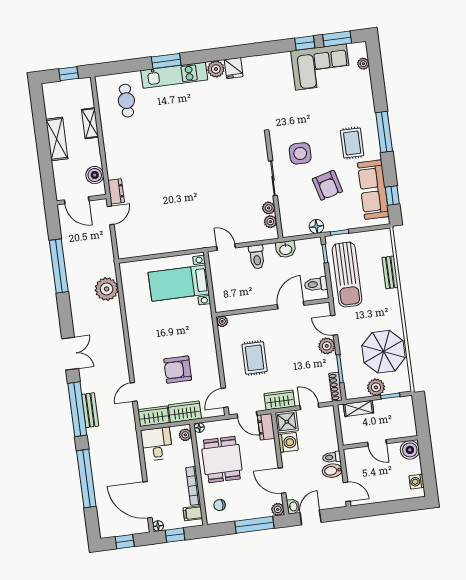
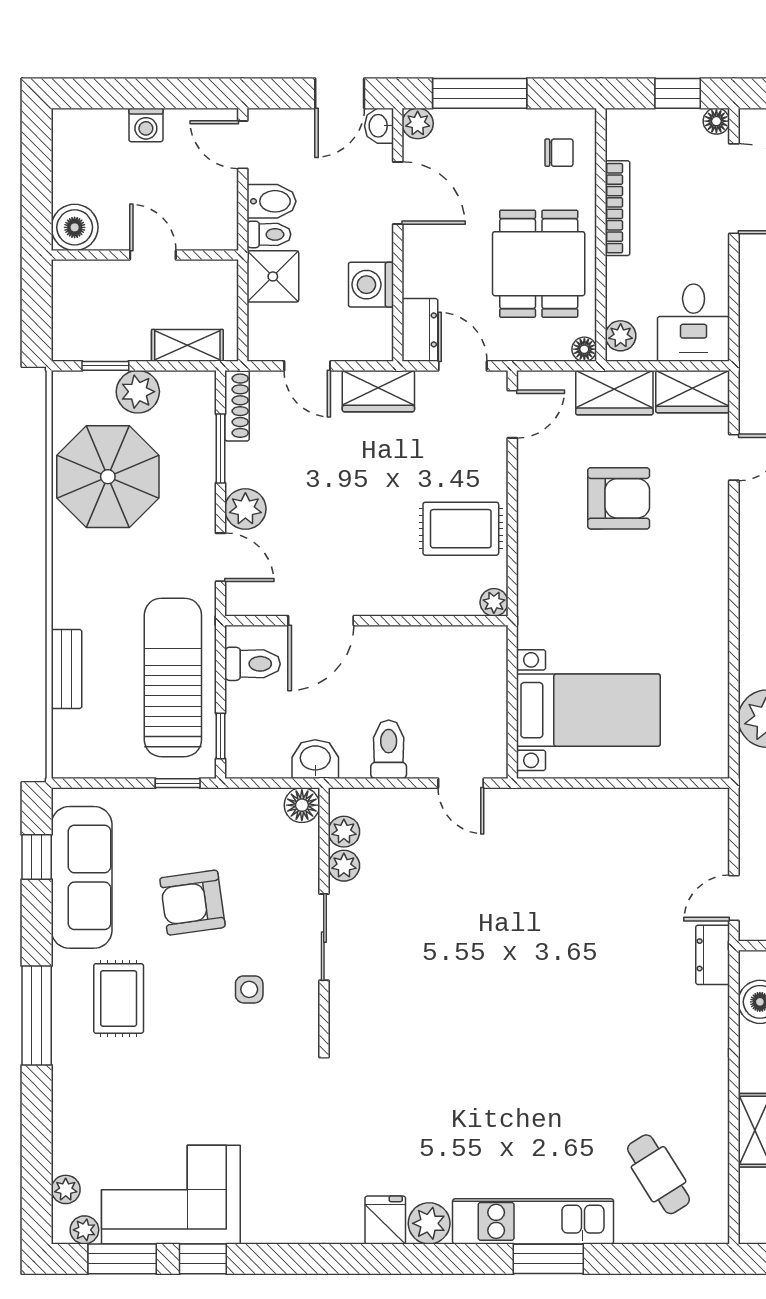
plant: (354, 48) -> (84, 1230), added
cafe table: (126, 101) -> (659, 1174), turned -32
side table: (300, 153) -> (249, 989), width x0.54, depth x0.54
armchair: (327, 185) -> (192, 903), turned -83
floor lamp: (316, 226) -> (302, 805), moved
rug: (255, 358) -> (461, 529), moved, turned 90
shower: (287, 422) -> (273, 276), moved
washing machine: (417, 482) -> (146, 125), moved, turned 90
filing cabinet: (193, 513) -> (627, 141), removed

